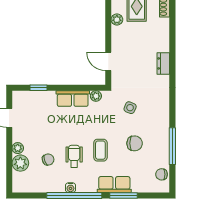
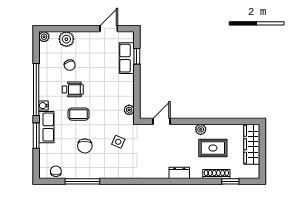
dresser: (163, 63) -> (179, 173), moved
row of seats: (73, 99) -> (127, 58), moved
plant: (18, 148) -> (44, 37), moved
water cooler: (70, 188) -> (43, 106), moved

